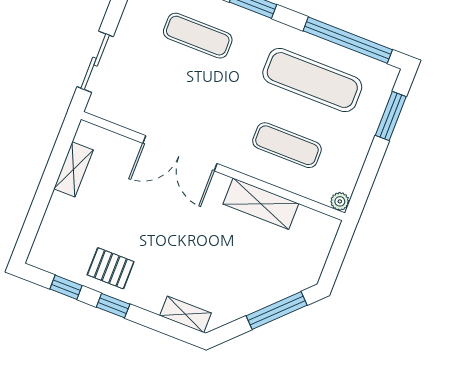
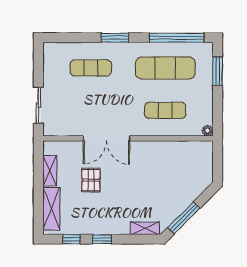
shelving: (261, 204) -> (51, 209), moved, turned 90
pallet: (111, 268) -> (91, 180), moved, turned 90
window: (277, 310) -> (184, 218), moved

